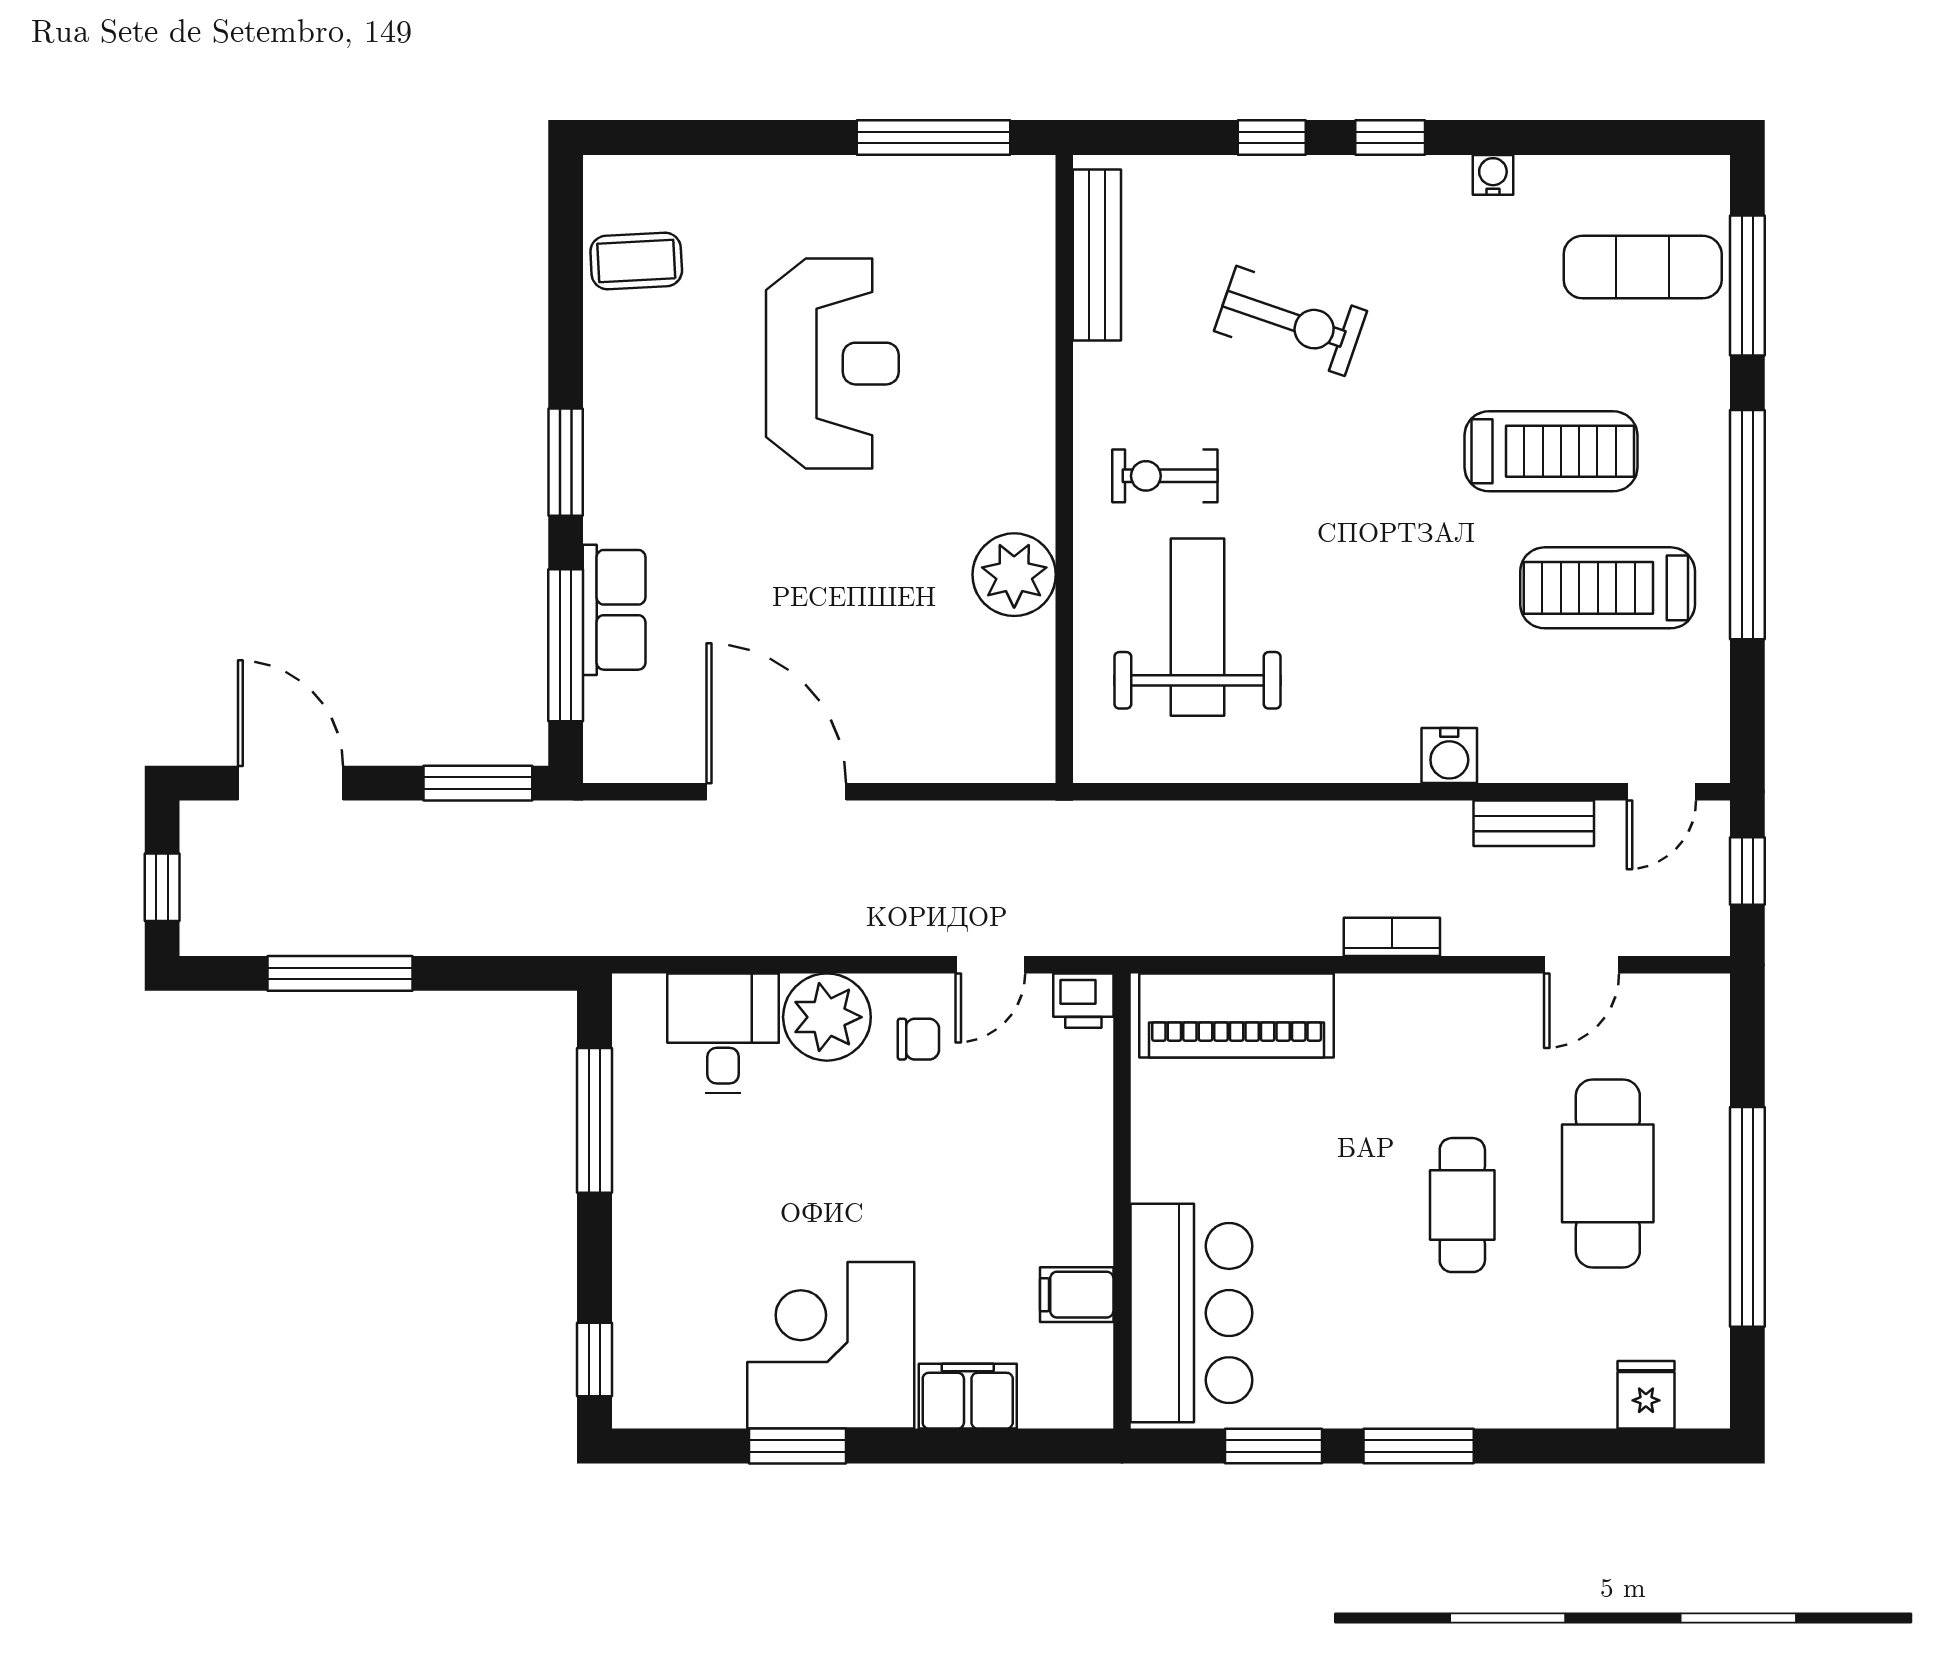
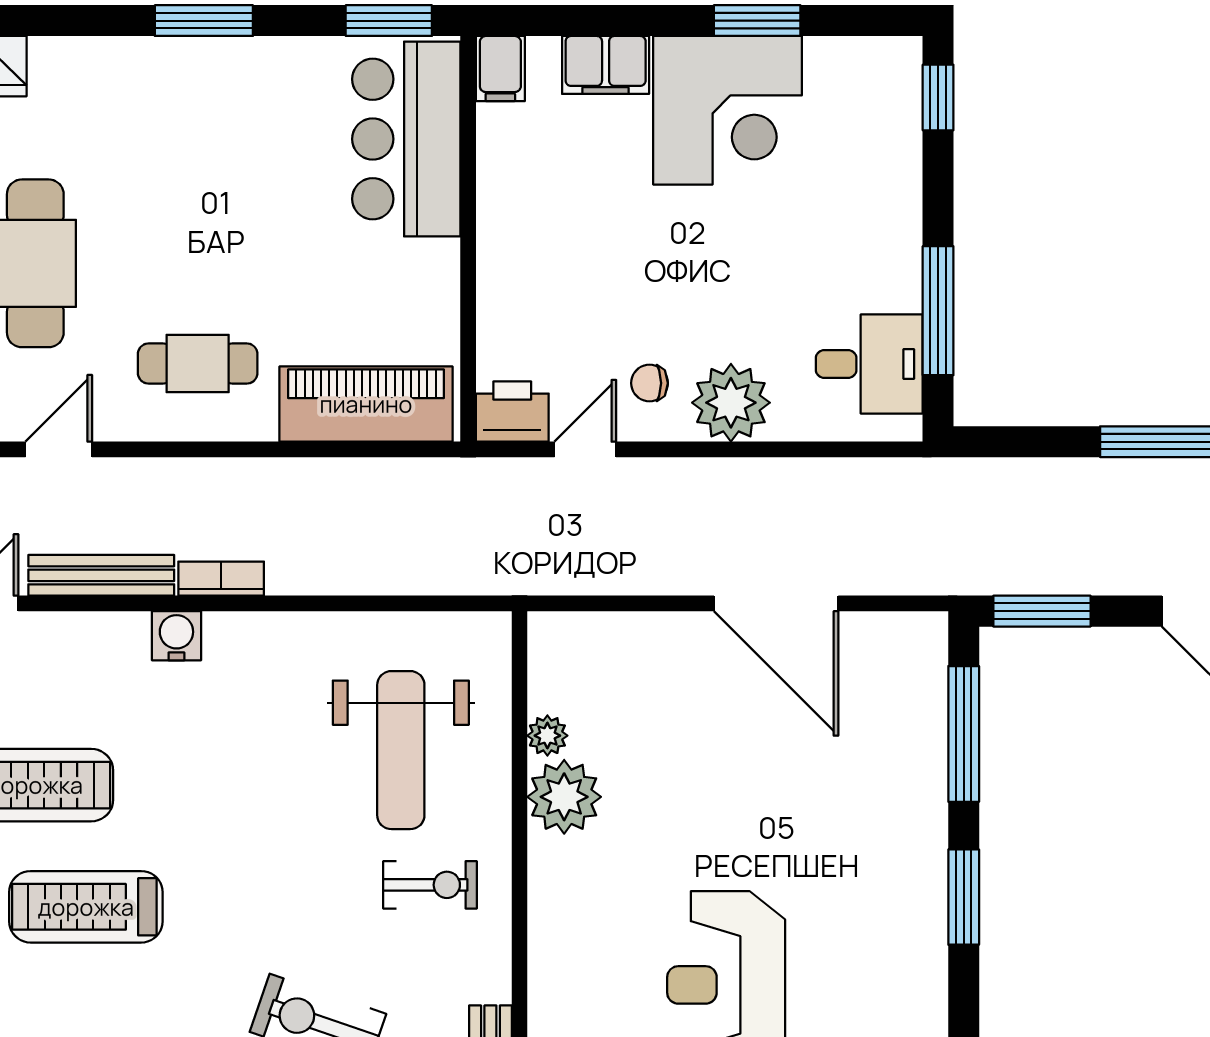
row of seats: (614, 610) -> (921, 765), removed
plant: (1033, 643) -> (547, 736), added
bench: (1534, 823) -> (101, 575), width x1.36
bookcase: (1392, 937) -> (221, 579), moved, turned 180
printer: (1083, 1001) -> (512, 412), width x1.36, depth x1.24
desk: (723, 1033) -> (869, 364), moved, turned -90
cafe table: (1462, 1205) -> (198, 364), moved, turned 90
filing cabinet: (1077, 1295) -> (500, 69), moved, turned 90
window: (1274, 1446) -> (389, 21), moved

